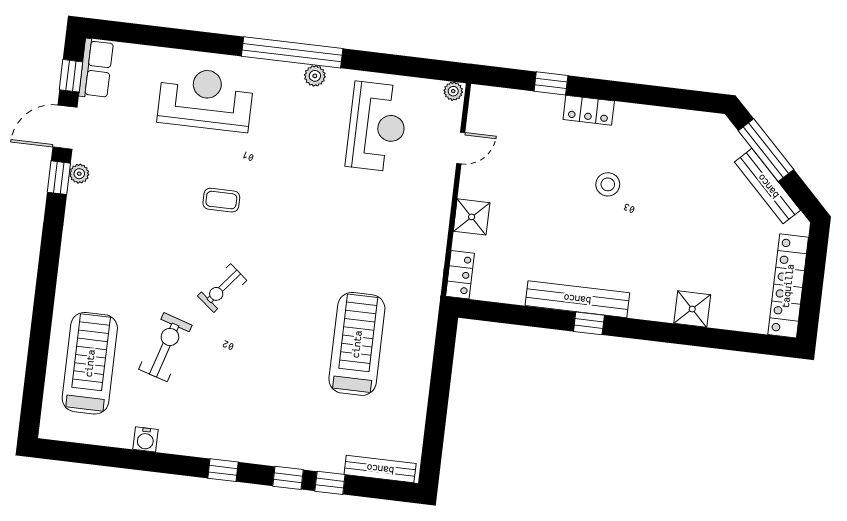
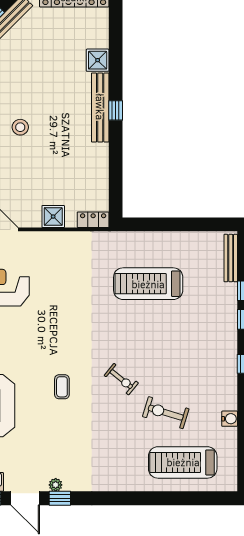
bench: (577, 299) -> (100, 107), moved
window: (589, 323) -> (116, 110), moved

